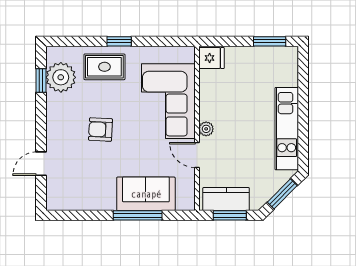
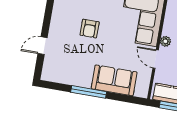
armchair: (101, 130) -> (90, 29), turned -93
window: (138, 215) -> (89, 92), moved

